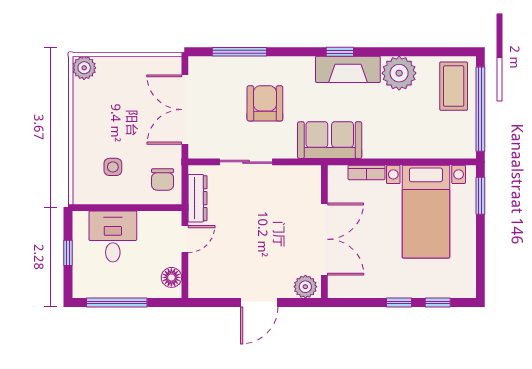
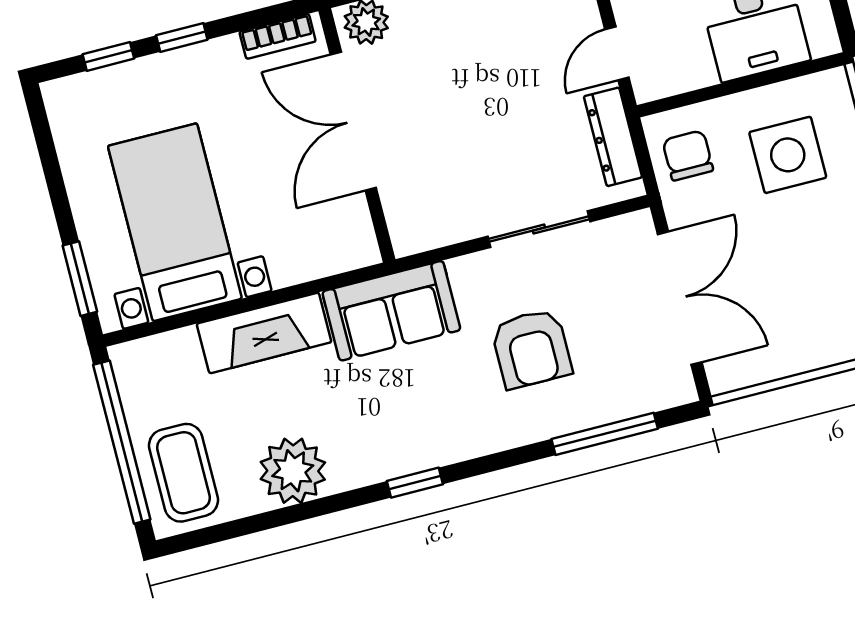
fireplace: (348, 69) -> (264, 333), moved, turned 180
side table: (113, 167) -> (788, 155), width x1.87, depth x1.87
bookcase: (367, 172) -> (278, 36), moved, turned 180

